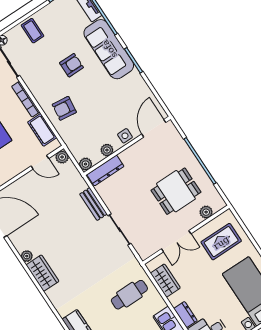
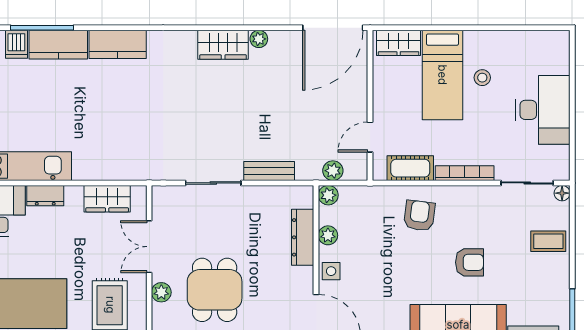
armchair: (71, 65) -> (469, 262), turned -90
plant: (62, 157) -> (333, 171), moved
dresser: (105, 170) -> (303, 237), moved
plant: (206, 212) -> (161, 292), moved
cafe table: (129, 295) -> (120, 140), removed

